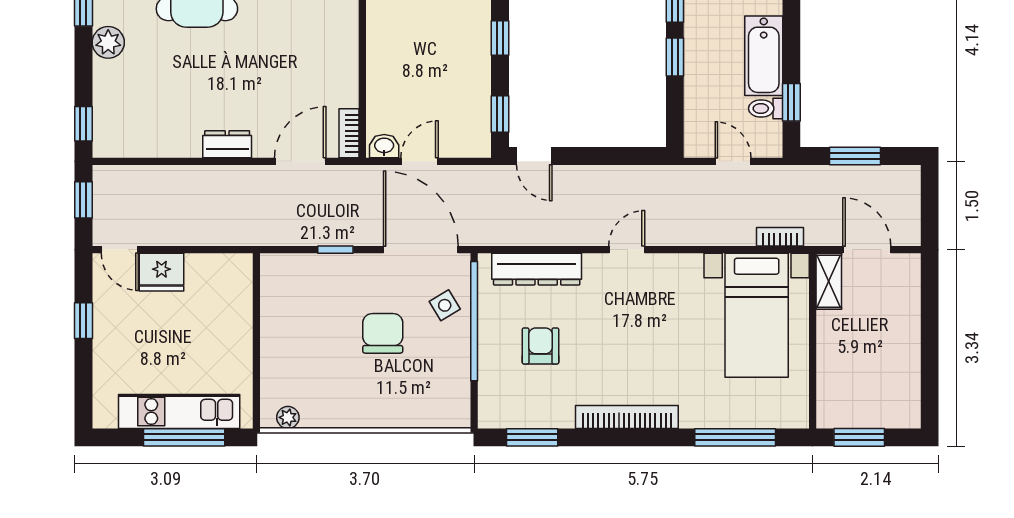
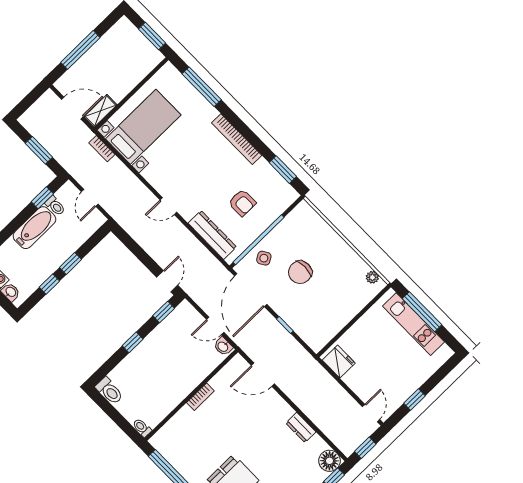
bookcase: (349, 133) -> (200, 397), moved
floor lamp: (111, 139) -> (329, 461), added
dresser: (227, 144) -> (301, 427), moved
door: (867, 250) -> (72, 108), swing flipped
fridge: (162, 272) -> (339, 362), moved
window: (930, 331) -> (80, 50), added
armchair: (540, 346) -> (242, 203), turned -90

